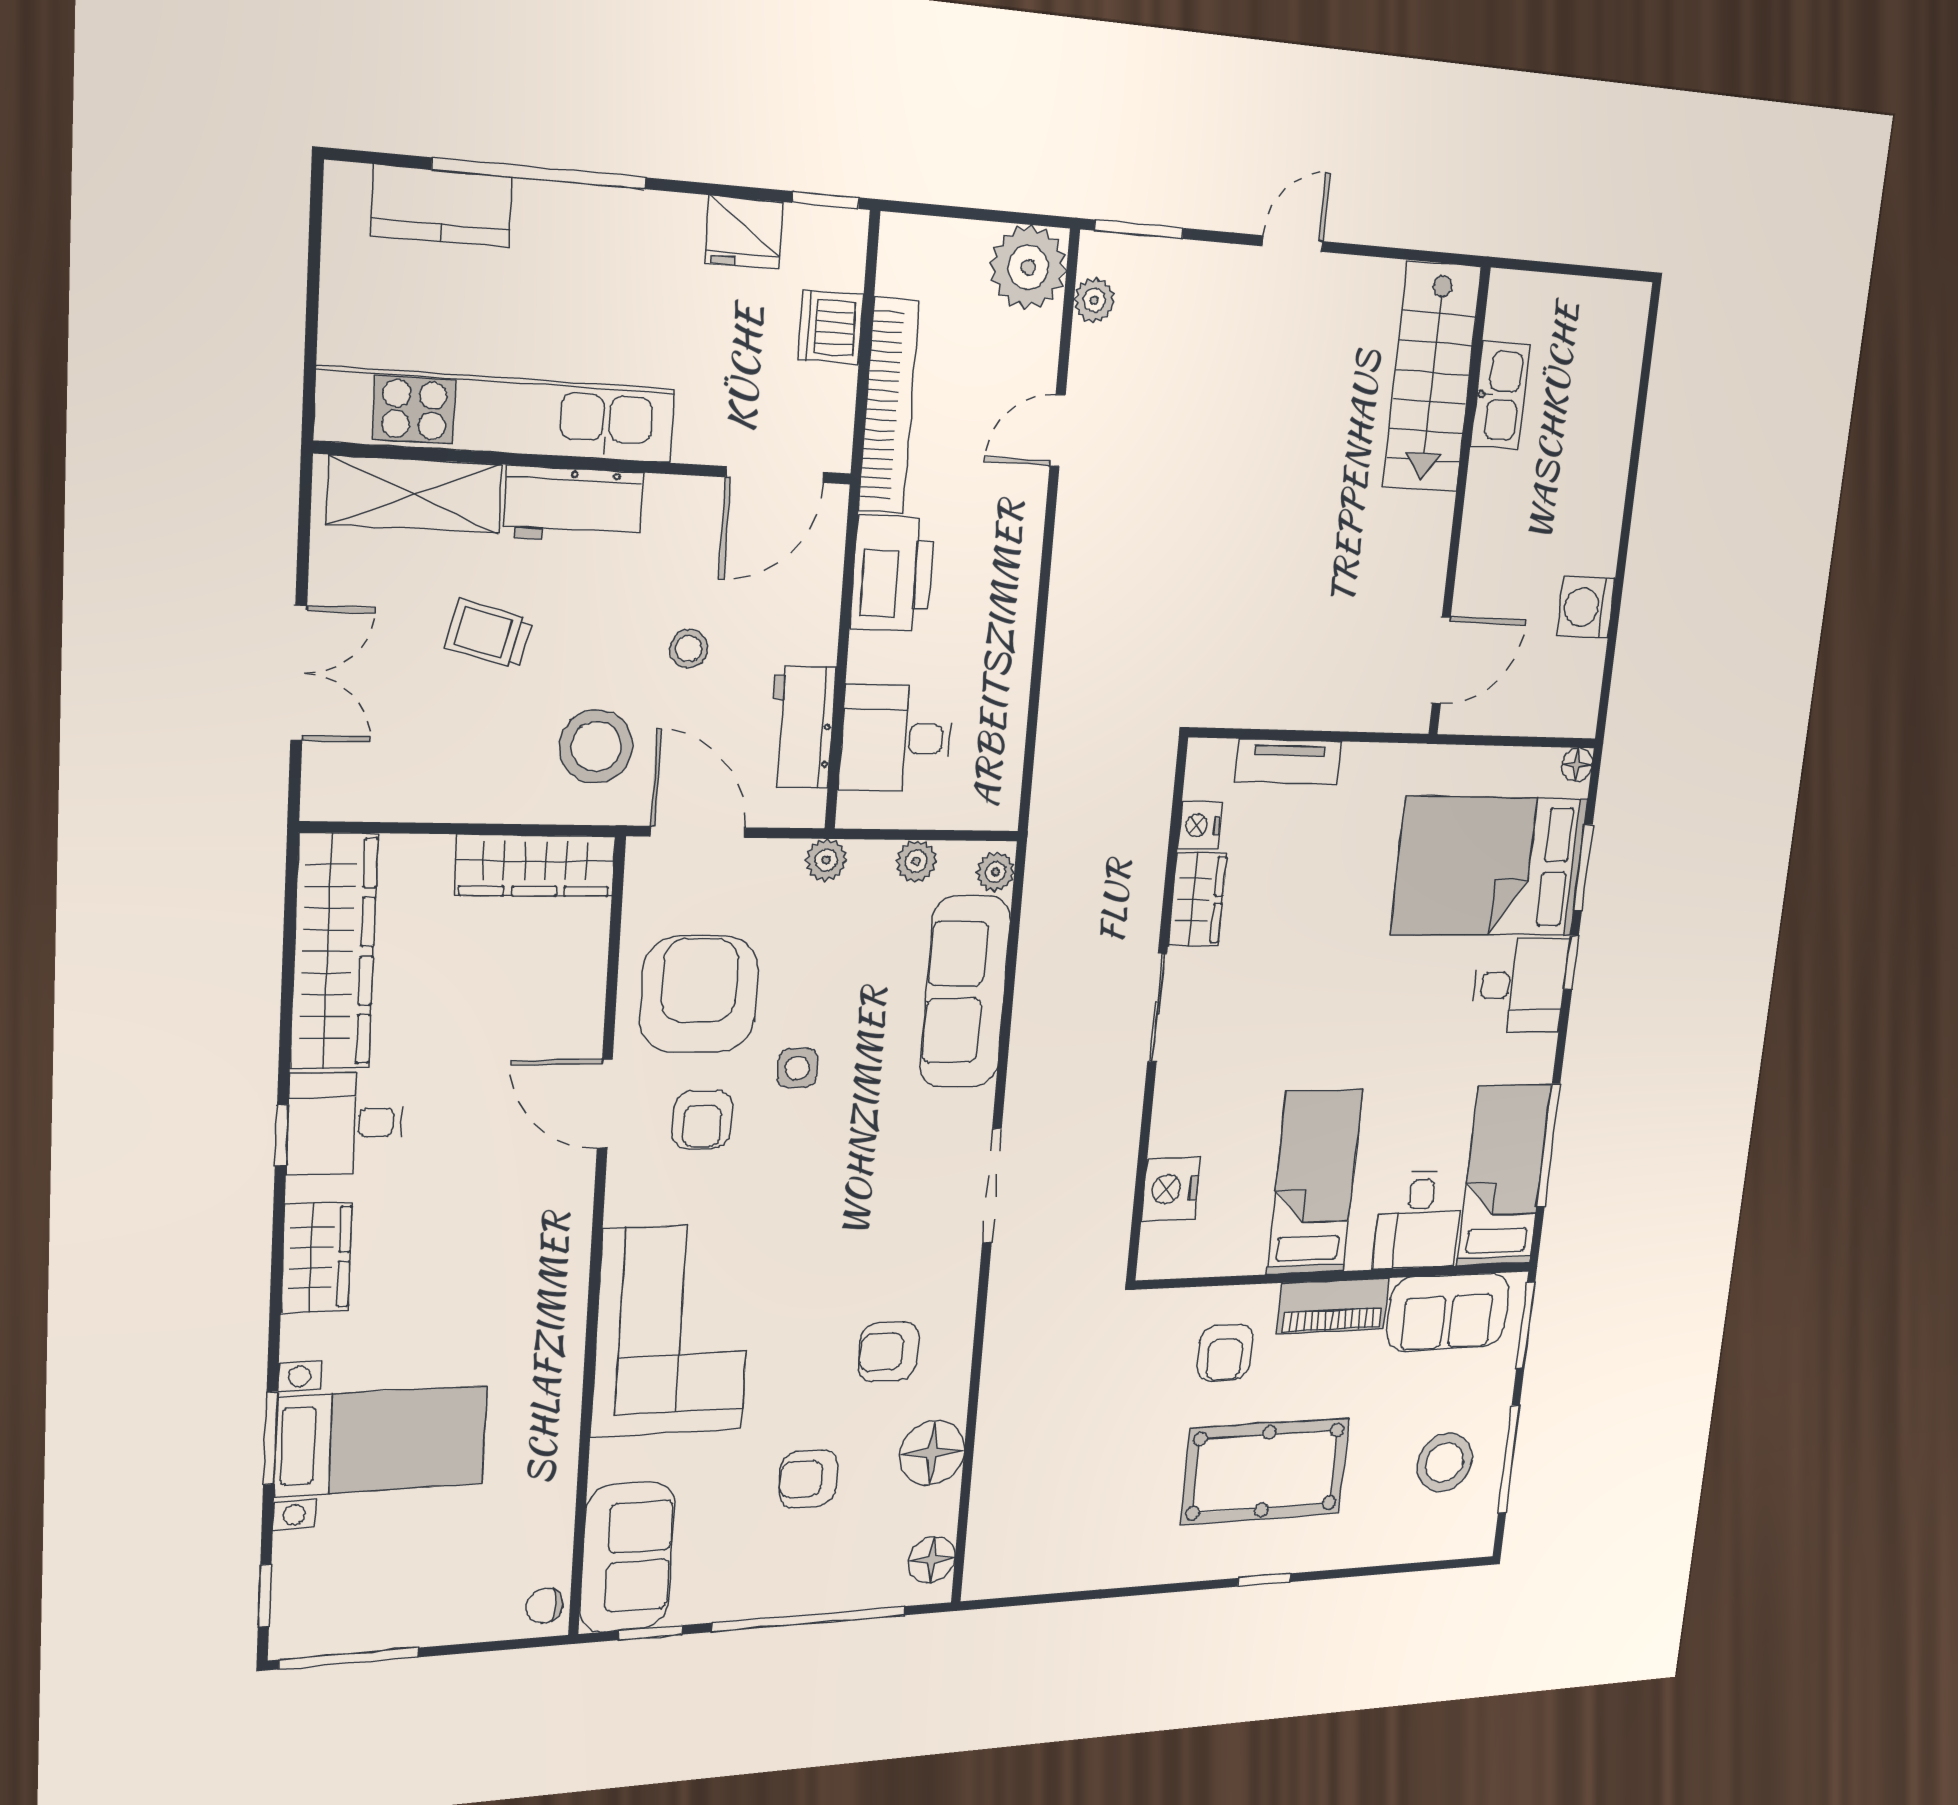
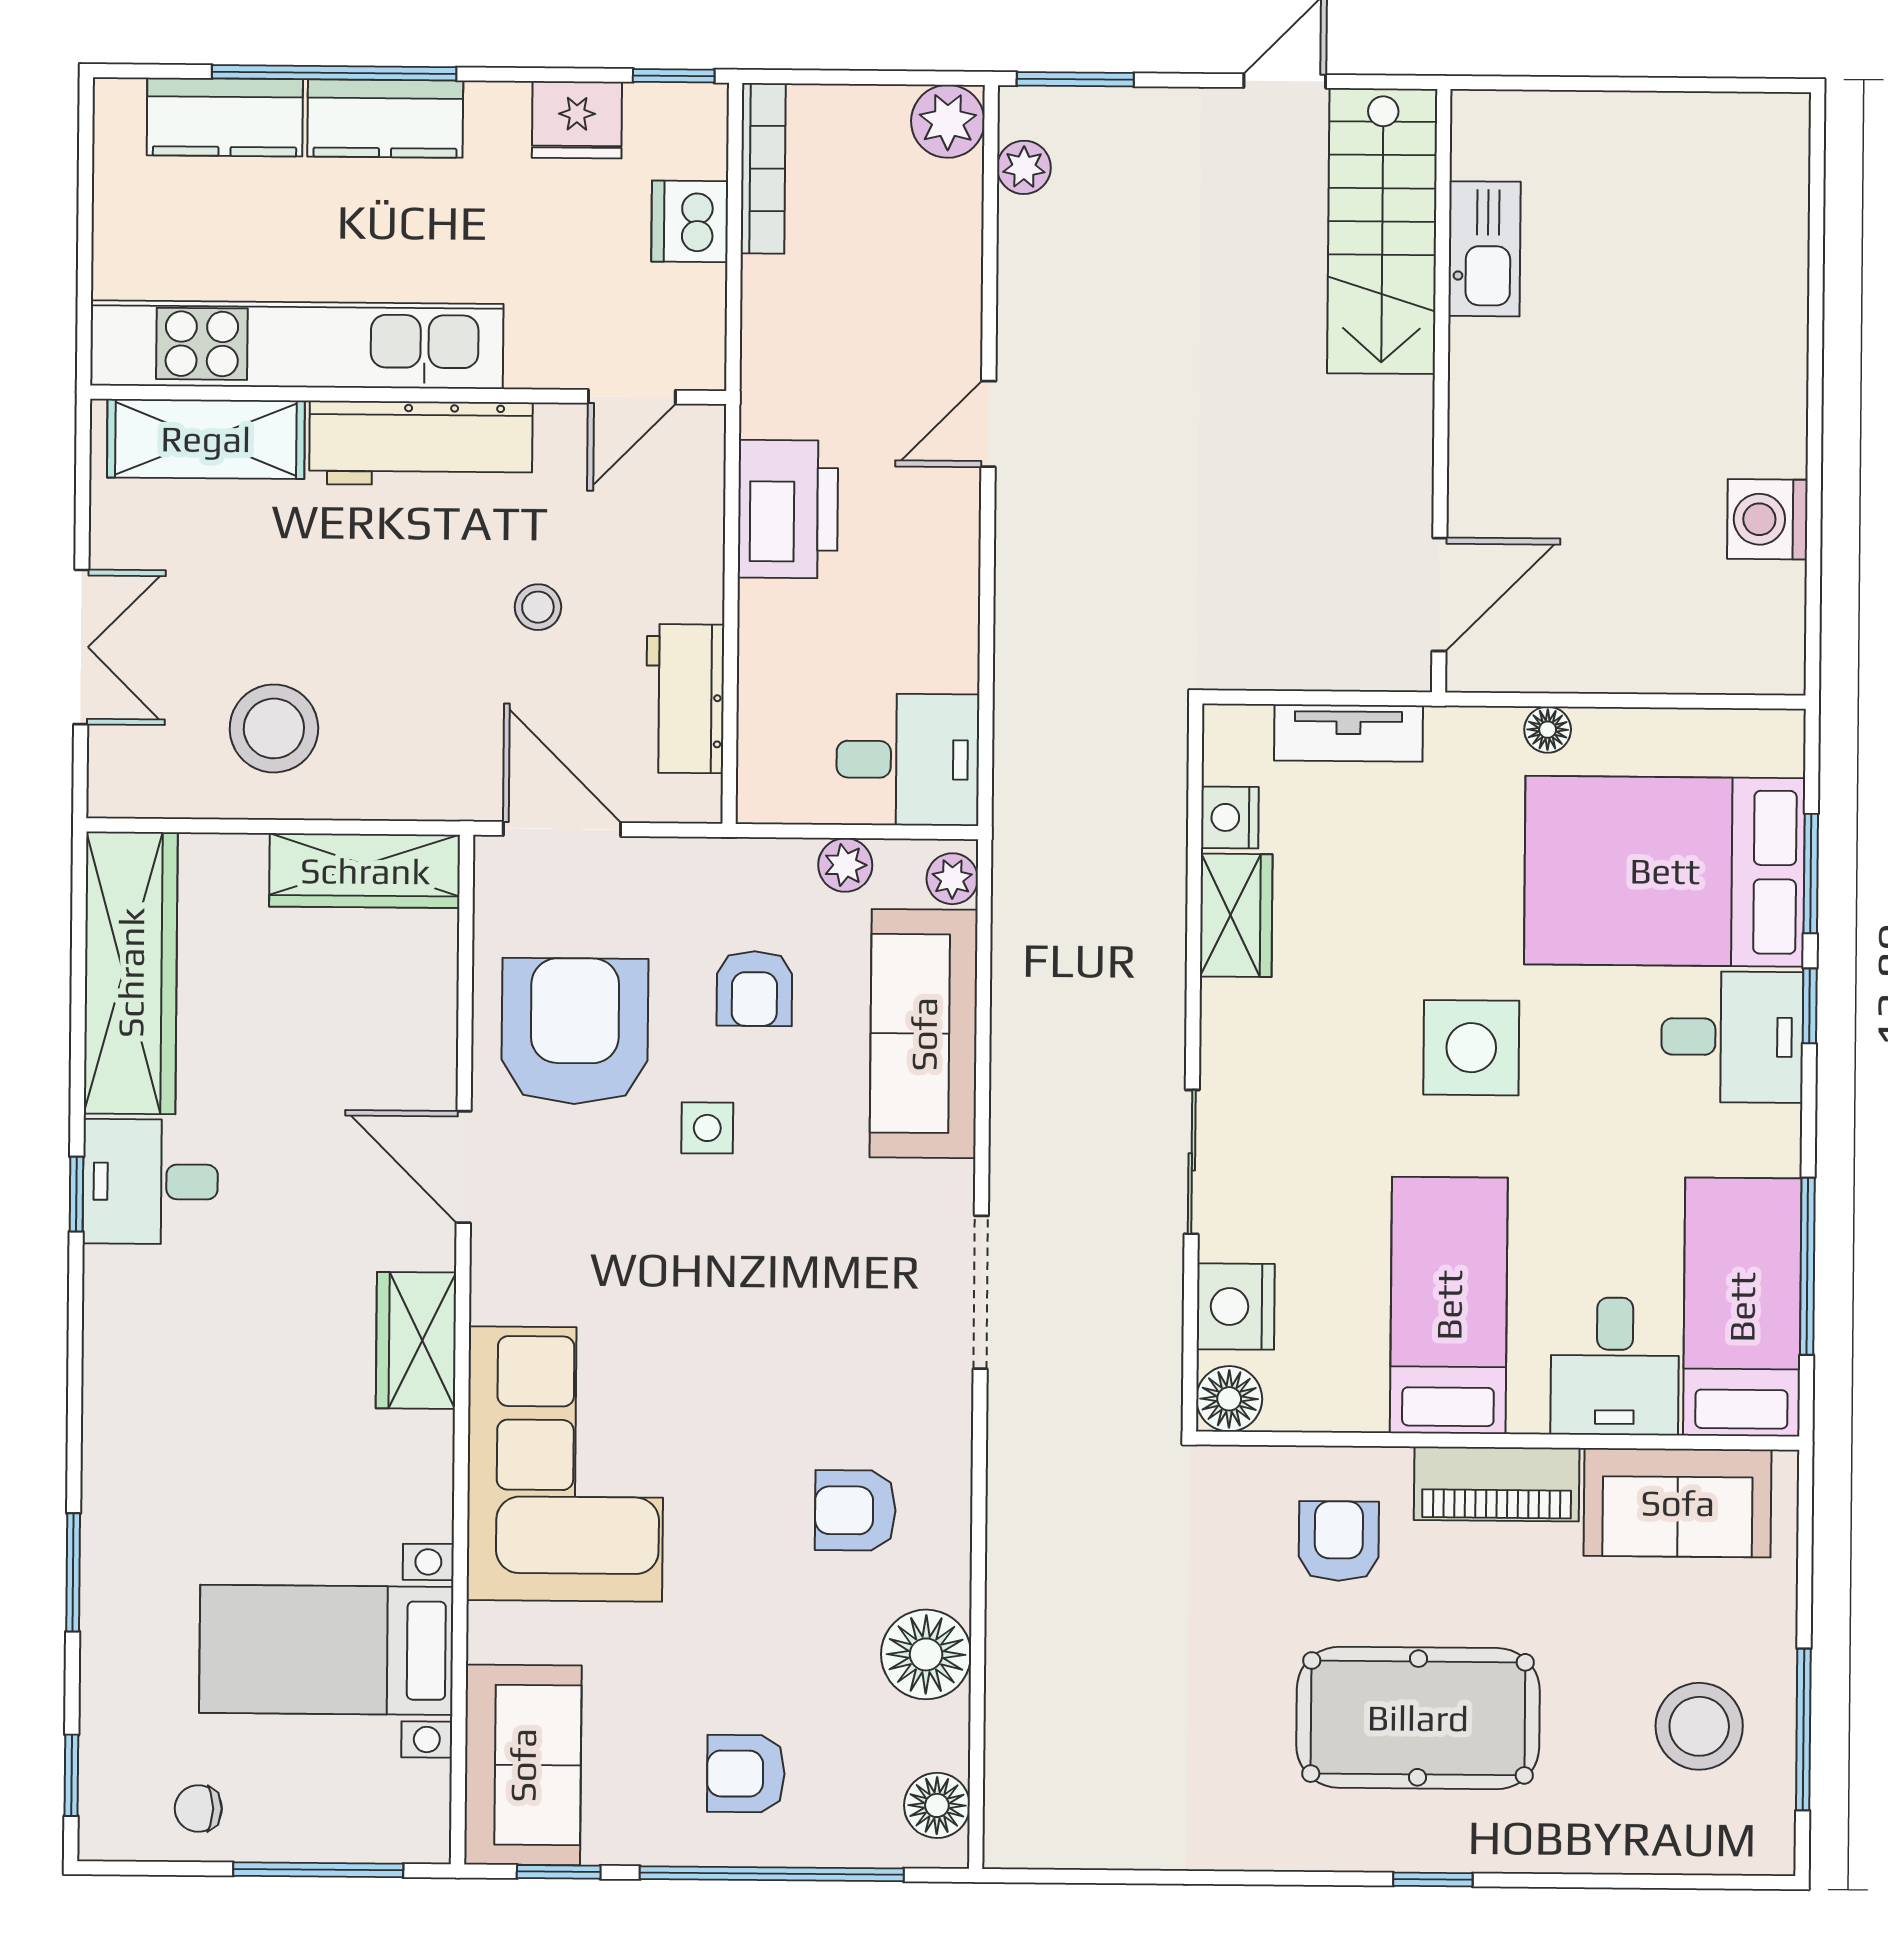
kitchen counter: (582, 218) -> (385, 119), added
plant: (1028, 267) -> (948, 121), width x0.73, depth x0.73
stairs: (1432, 377) -> (1382, 231), moved
kitchen sink: (1500, 395) -> (1485, 249), moved
bookcase: (889, 406) -> (763, 168), moved, width x0.68, depth x0.76
door: (1058, 431) -> (988, 424), moved
door: (775, 475) -> (632, 397), width x0.73
wall: (1459, 504) -> (1441, 391), moved
workbench: (574, 505) -> (421, 443), width x1.37
trolley: (489, 634) -> (297, 596), removed
door: (1441, 660) -> (1439, 595), moved
desk: (896, 738) -> (908, 760), moved, turned 180
stool: (596, 746) -> (274, 728), moved
floor lamp: (1577, 765) -> (1548, 730), moved
plant: (826, 860) -> (727, 863), removed
side table: (1349, 996) -> (1471, 1048), added
sliding door: (1157, 1008) -> (1192, 1162), moved
armchair: (702, 1119) -> (754, 989), moved
floor lamp: (1160, 1256) -> (1229, 1399), added
wardrobe: (316, 1258) -> (416, 1340), moved, turned 180
window: (1526, 1325) -> (1805, 1529), removed
armchair: (1225, 1352) -> (1339, 1541), turned 180
bed with nightstands: (381, 1441) -> (326, 1650), moved, turned 180
armchair: (808, 1479) -> (746, 1774), moved
chair: (544, 1606) -> (198, 1808), moved
window: (349, 1658) -> (318, 1870), moved

